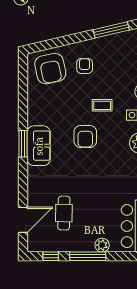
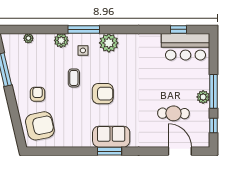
armchair: (85, 66) -> (38, 94), turned 90
plant: (102, 245) -> (203, 97), moved

